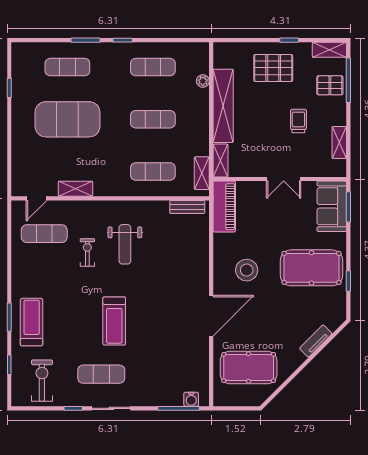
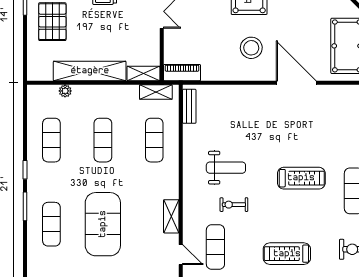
piano: (224, 207) -> (182, 73), width x0.73, depth x0.75
treadmill: (32, 322) -> (287, 254), moved

